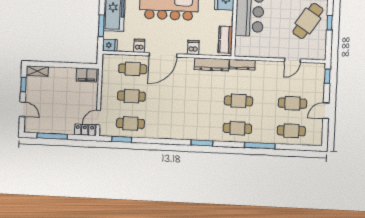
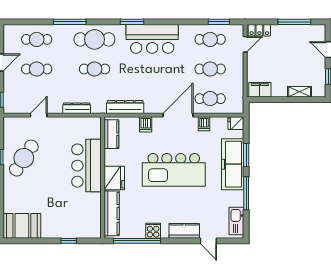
window: (101, 26) -> (246, 155), moved
dresser: (242, 65) -> (77, 108), moved
shelving: (37, 71) -> (300, 92), moved
bar counter: (184, 126) -> (152, 39), added
cafe table: (237, 128) -> (94, 39), width x1.37, depth x1.35

